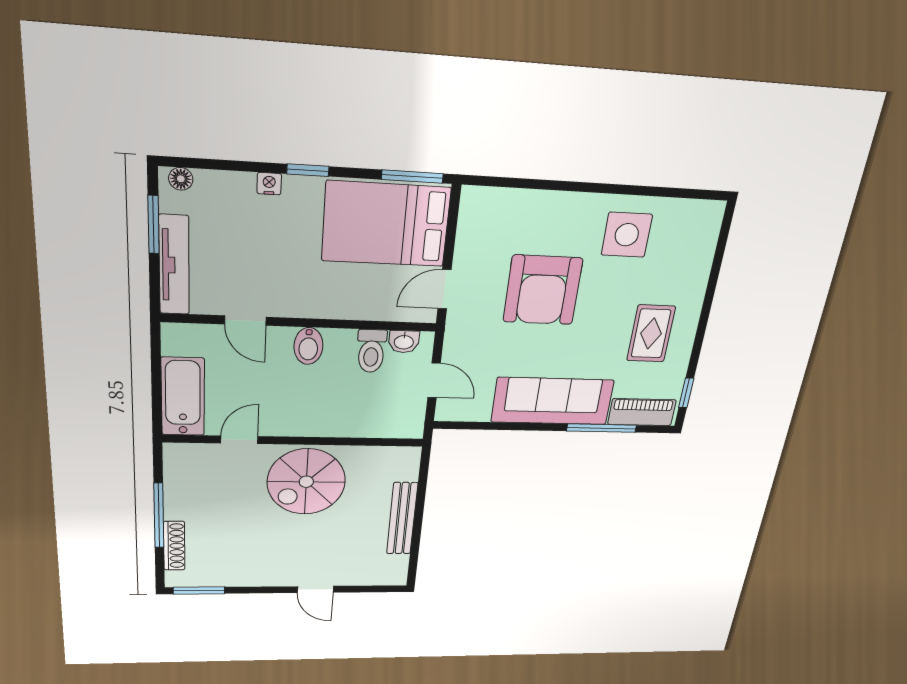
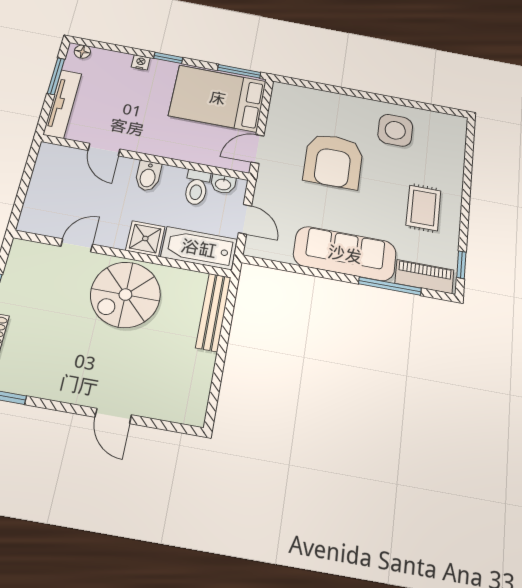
bathtub: (183, 397) -> (199, 248), moved, turned -90
shower: (318, 420) -> (145, 238), added
bench: (402, 519) -> (213, 312), moved

